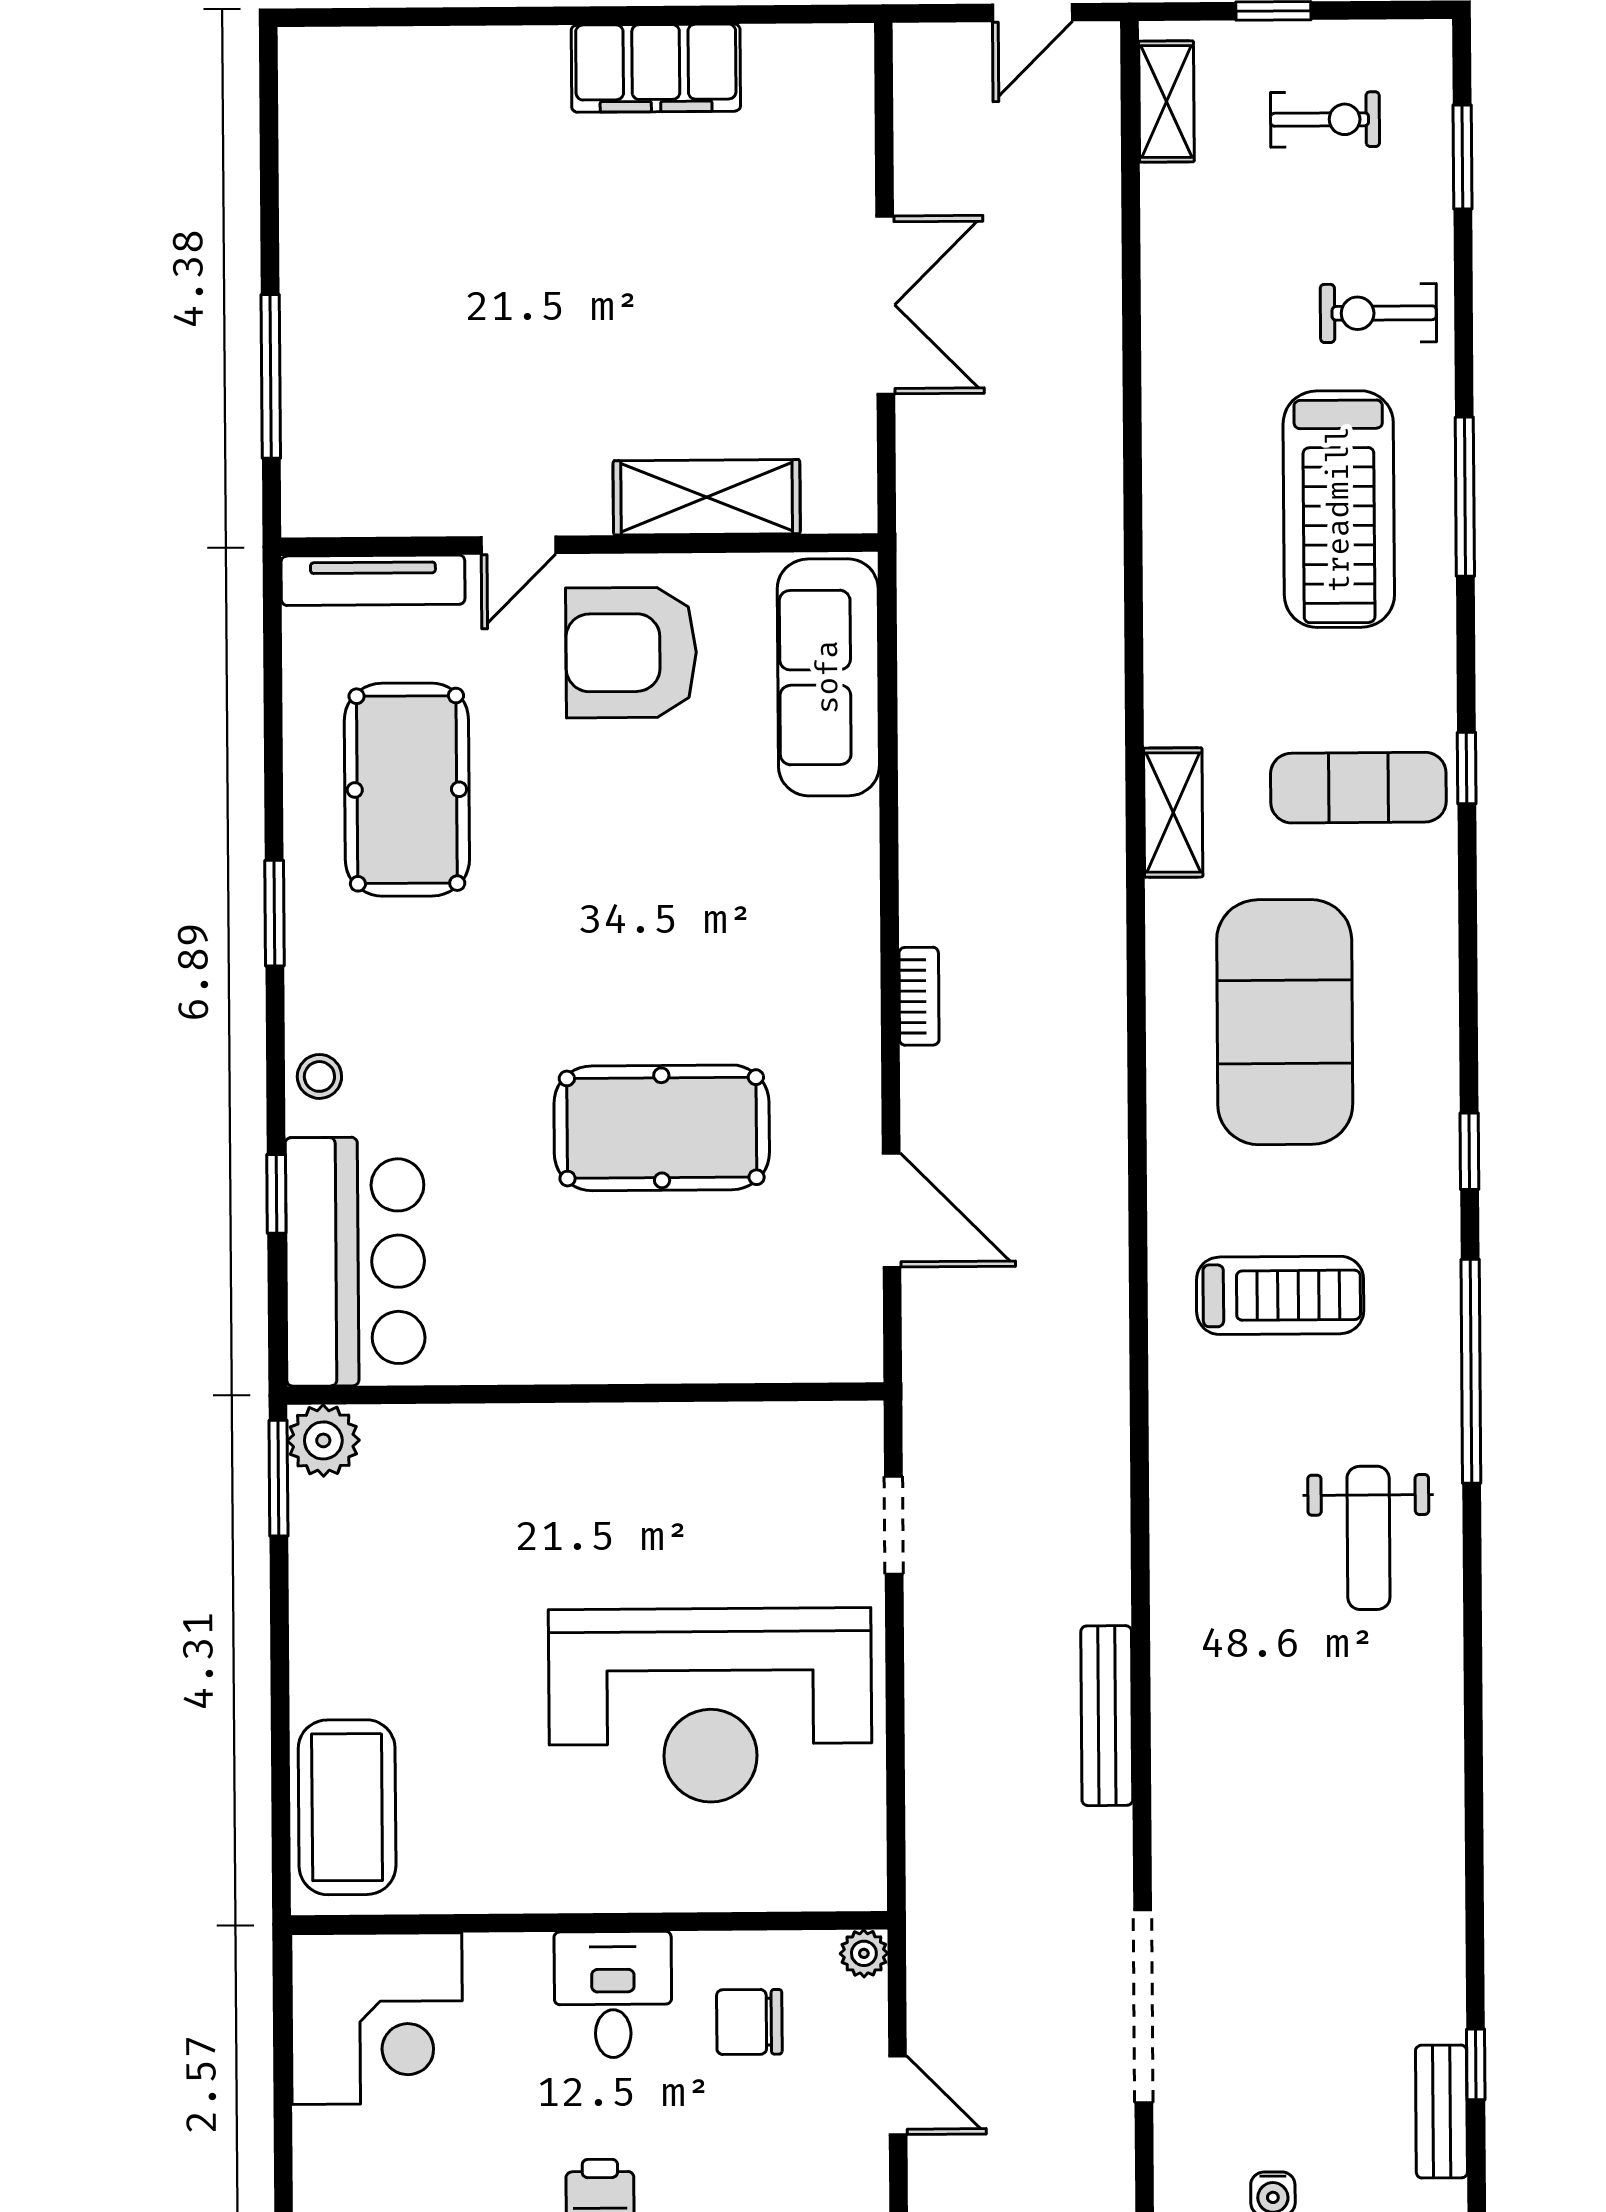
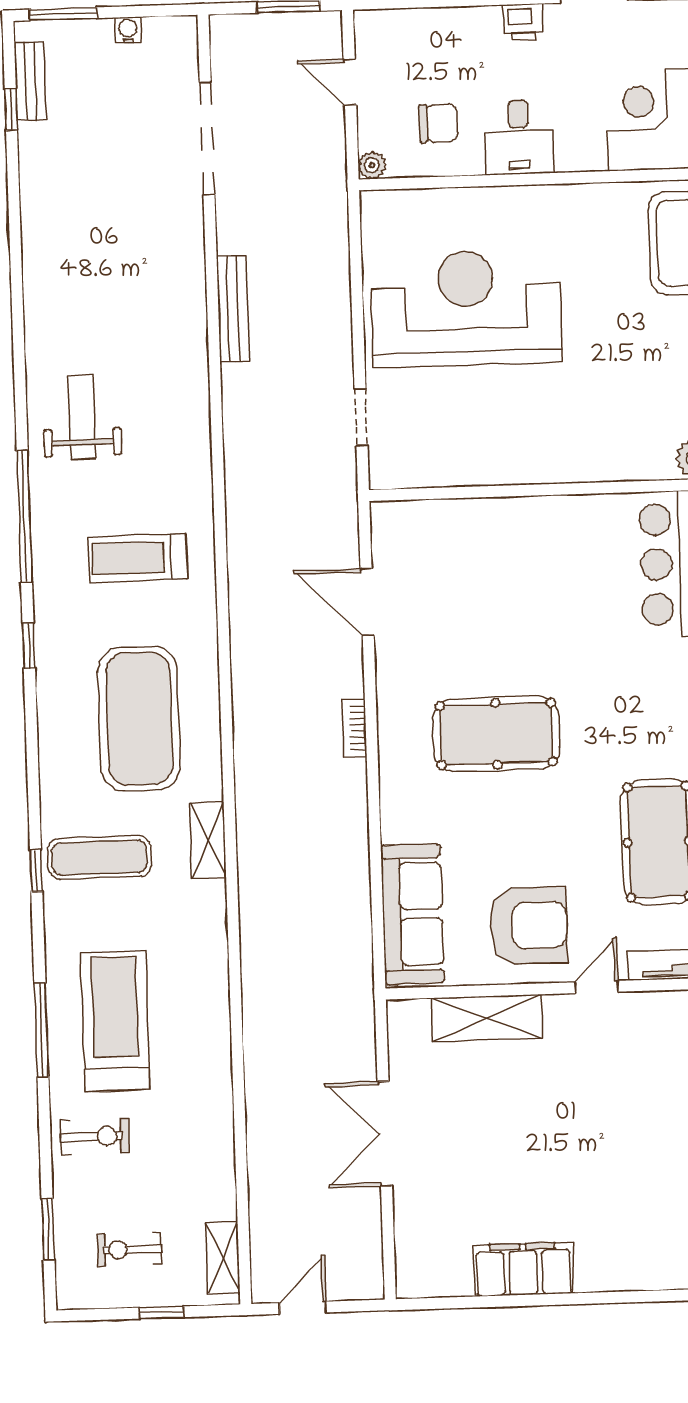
pool table: (662, 1128) -> (496, 734), moved

